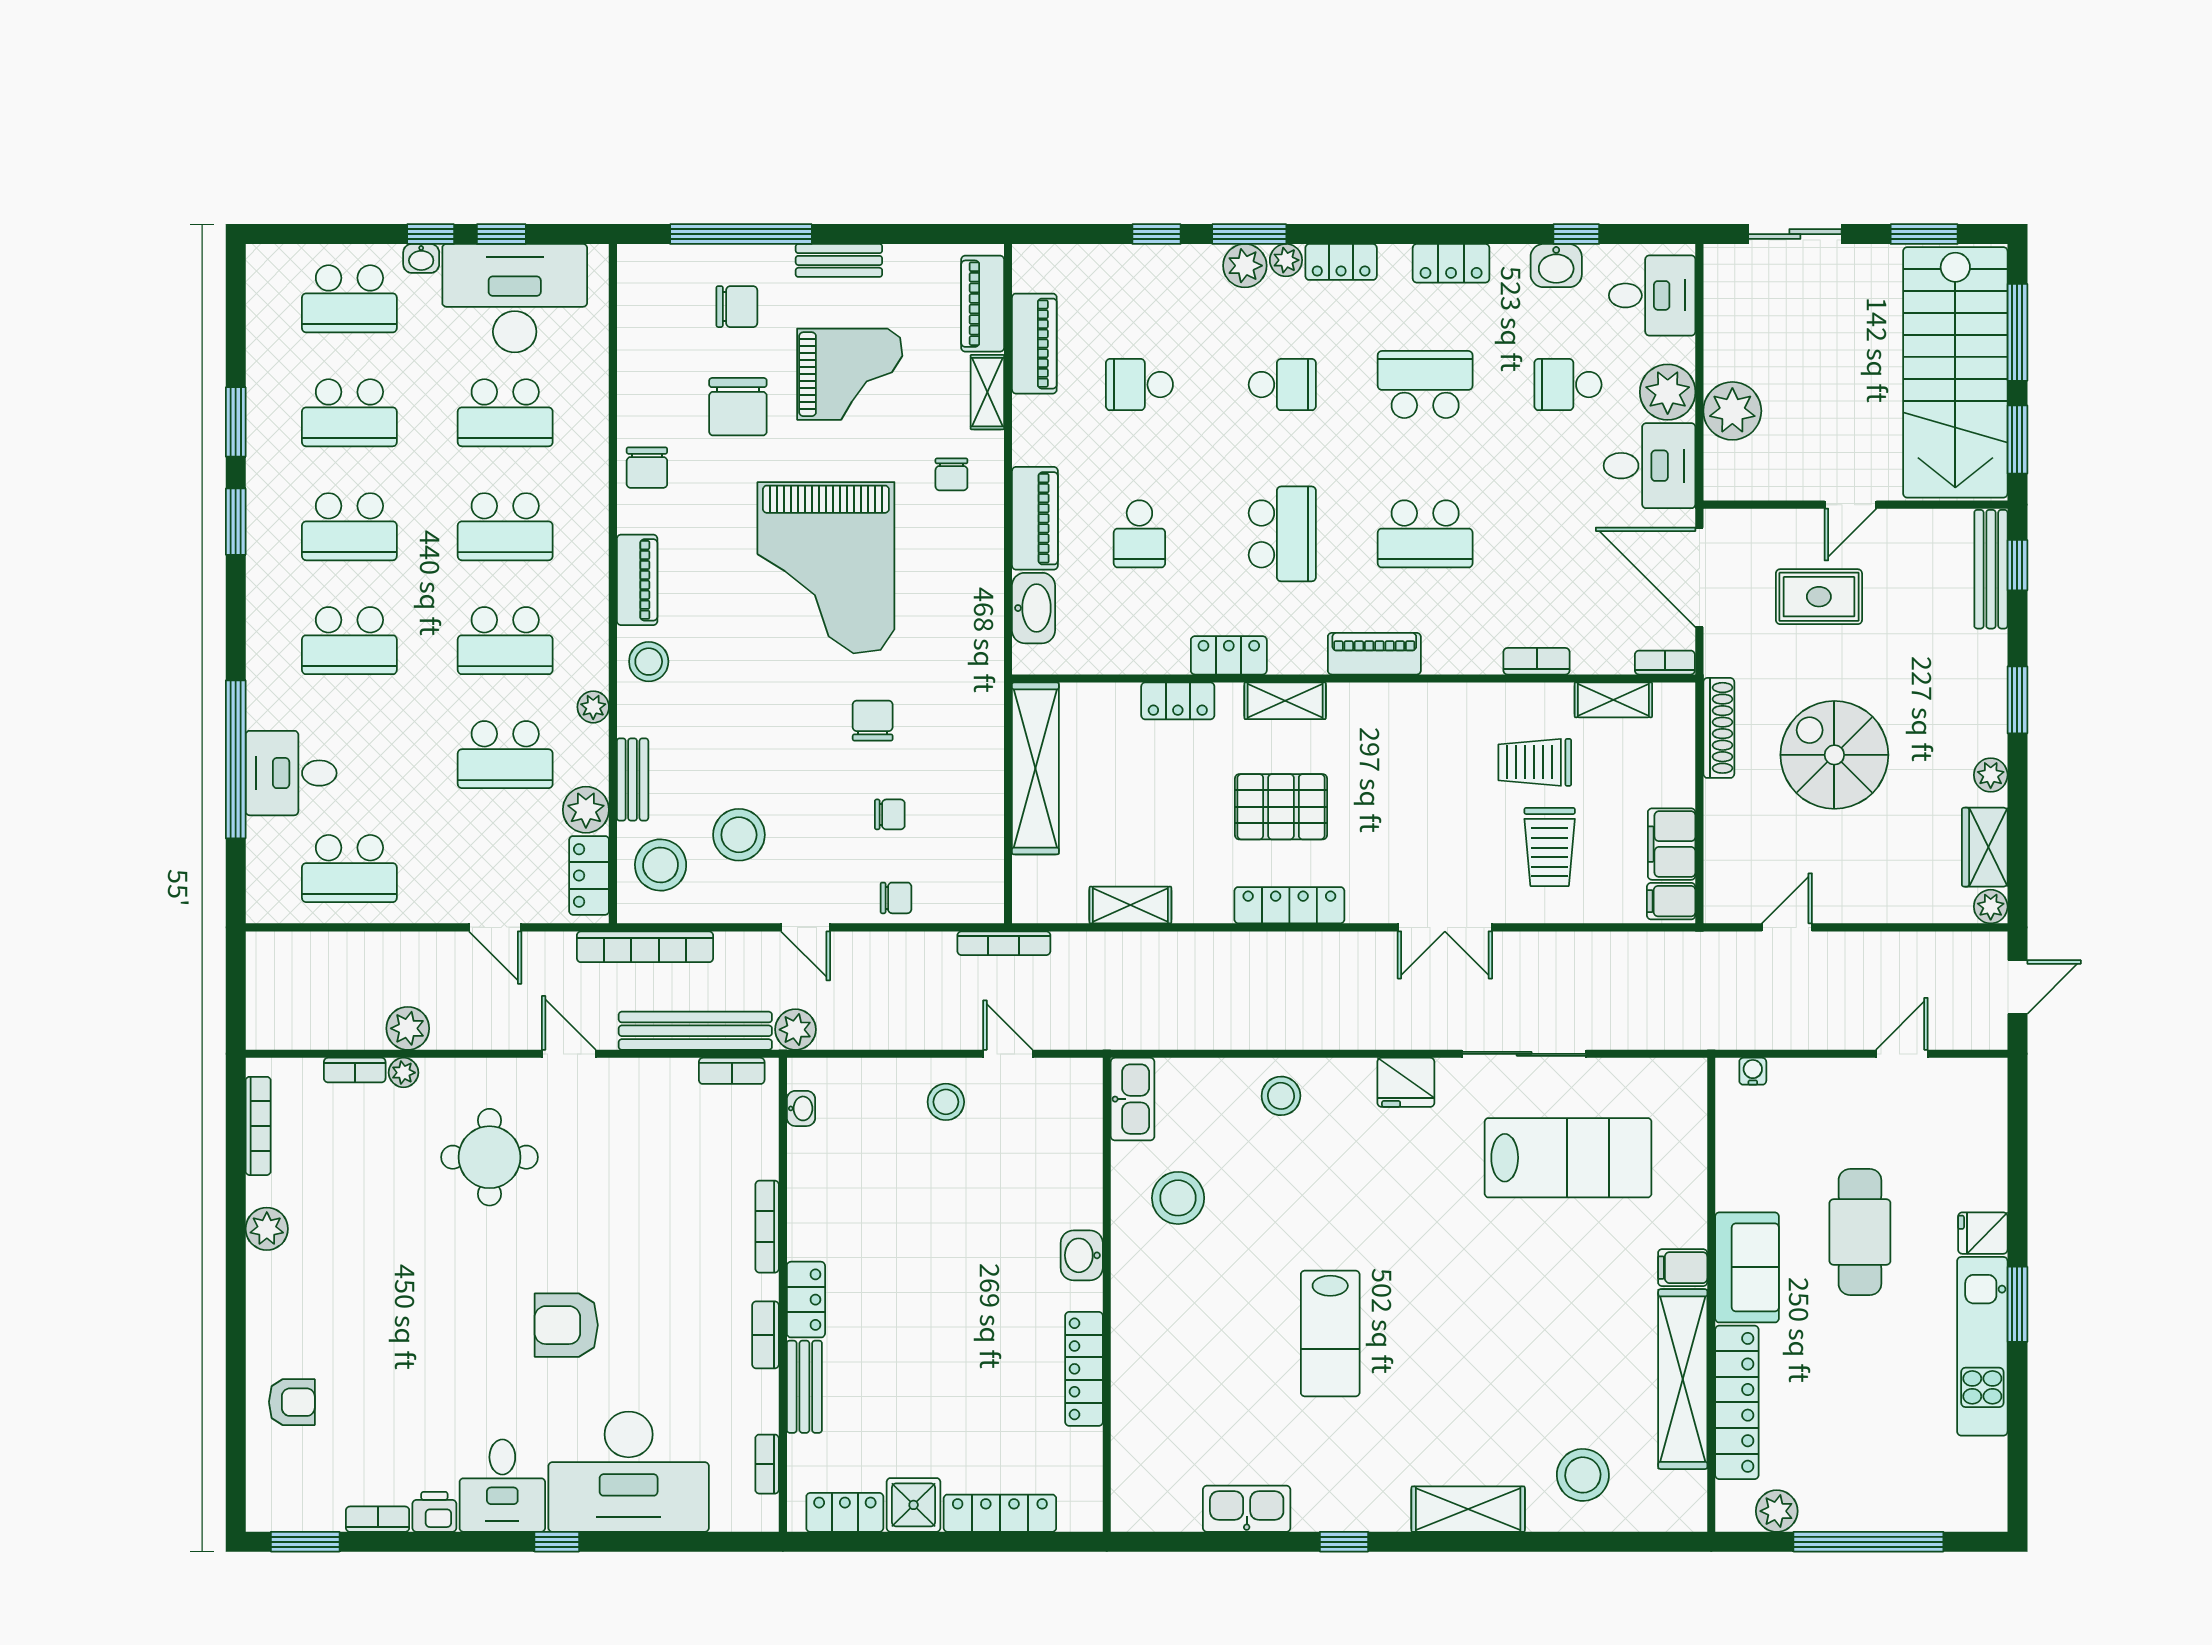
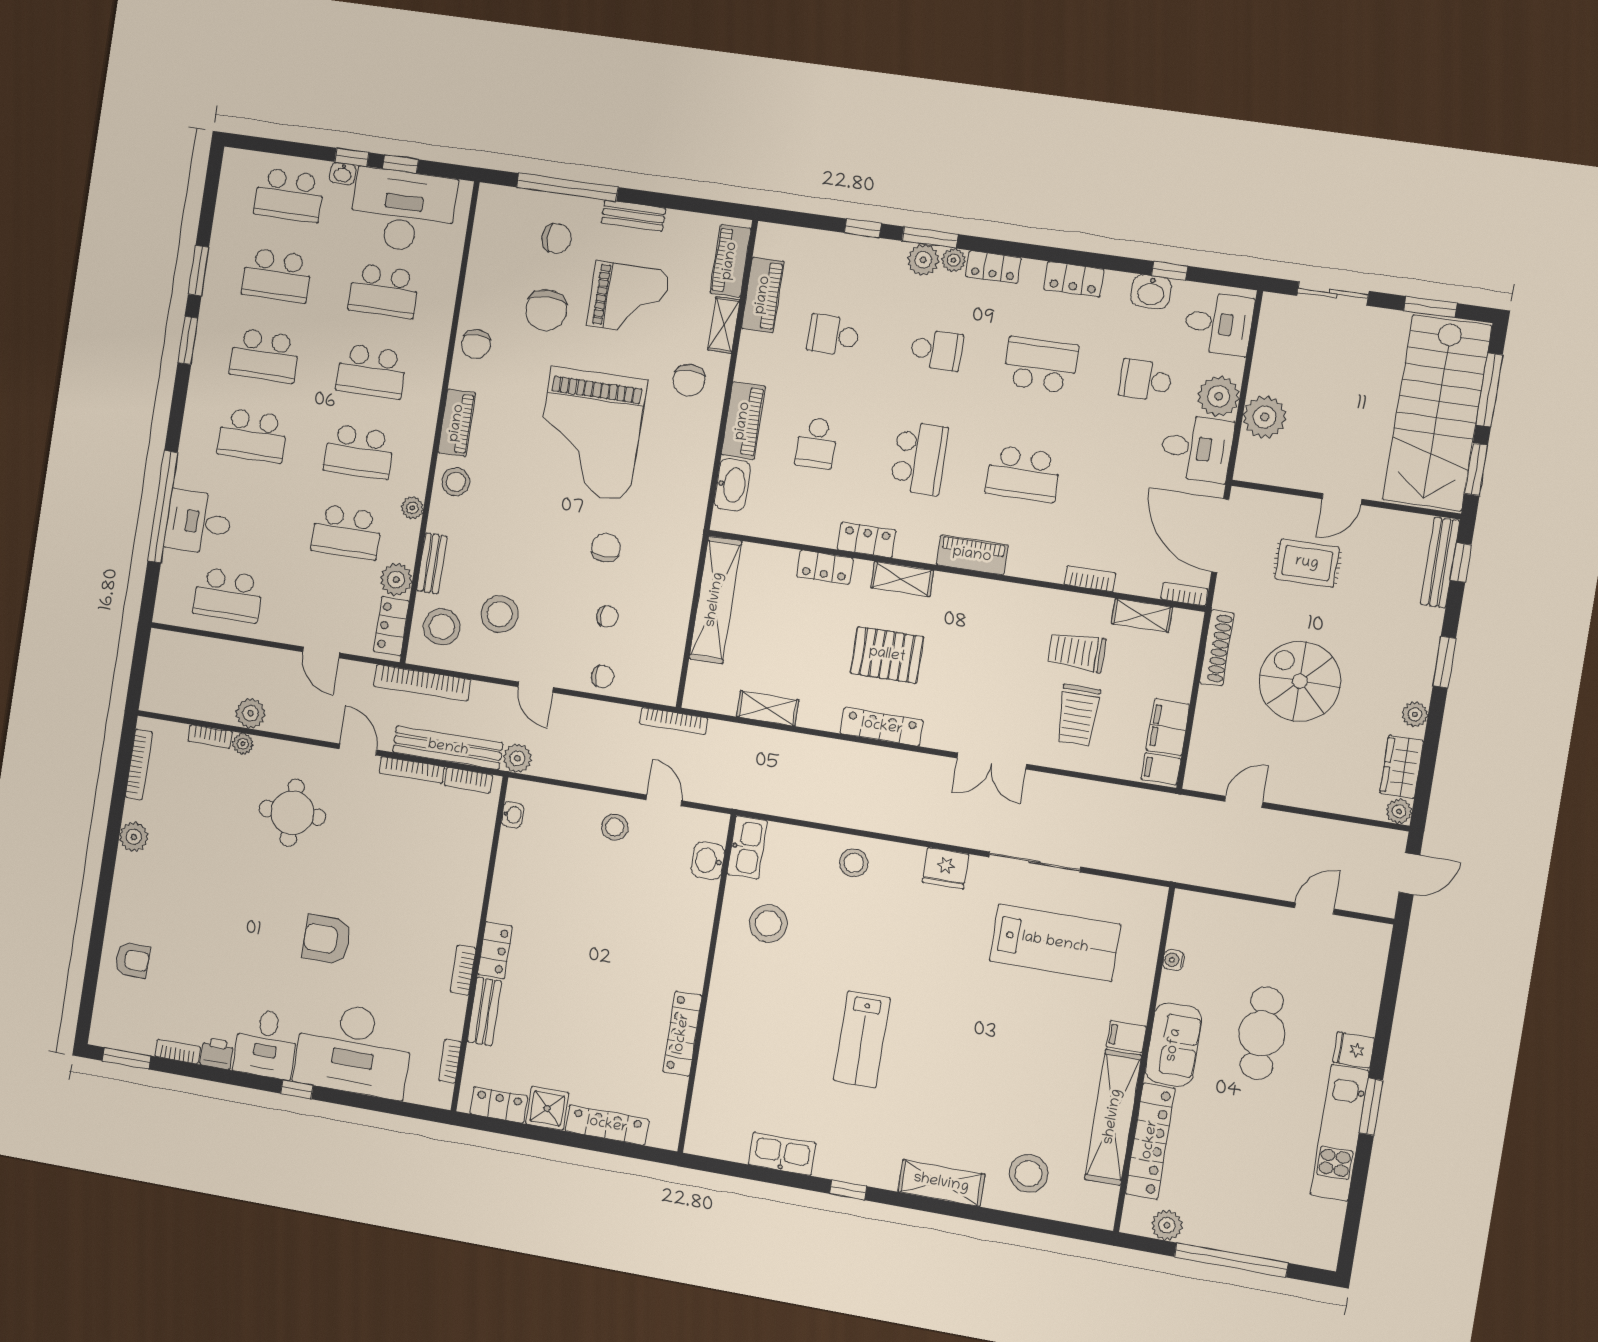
chair: (951, 474) -> (689, 380), width x1.37, depth x1.37
water cooler: (1753, 1071) -> (1173, 960), moved, turned -90
bookcase: (767, 1227) -> (412, 770), moved, turned -90
washbasin: (1082, 1255) -> (708, 861), moved

